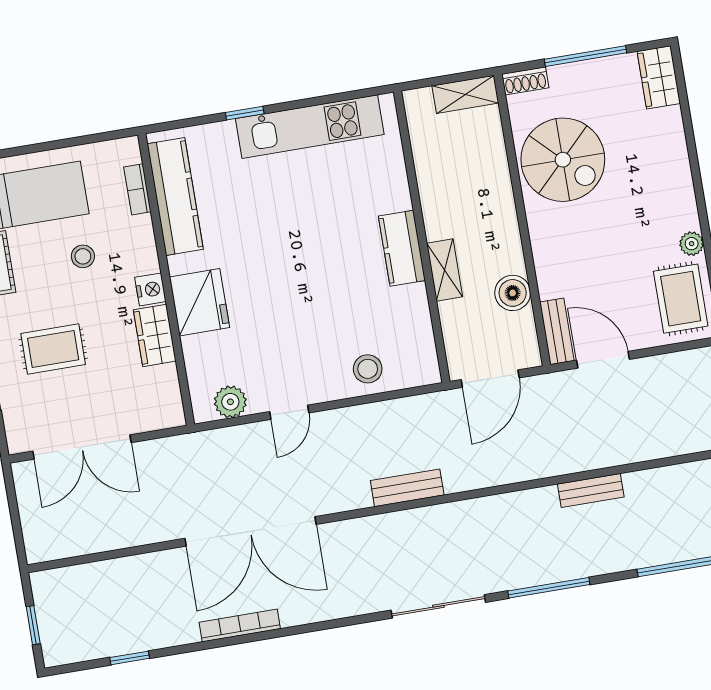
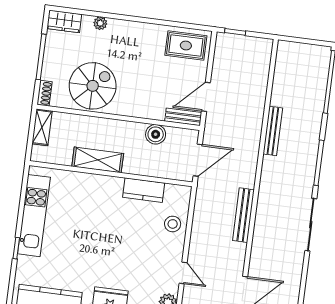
plant: (692, 244) -> (100, 23), moved
kitchen counter: (402, 248) -> (144, 190), moved
shelving: (445, 270) -> (98, 160), moved, width x1.50, depth x1.33
door: (490, 379) -> (198, 160), hinge flipped
bench: (407, 488) -> (243, 215), width x1.36
bench: (591, 490) -> (273, 131), width x1.36

